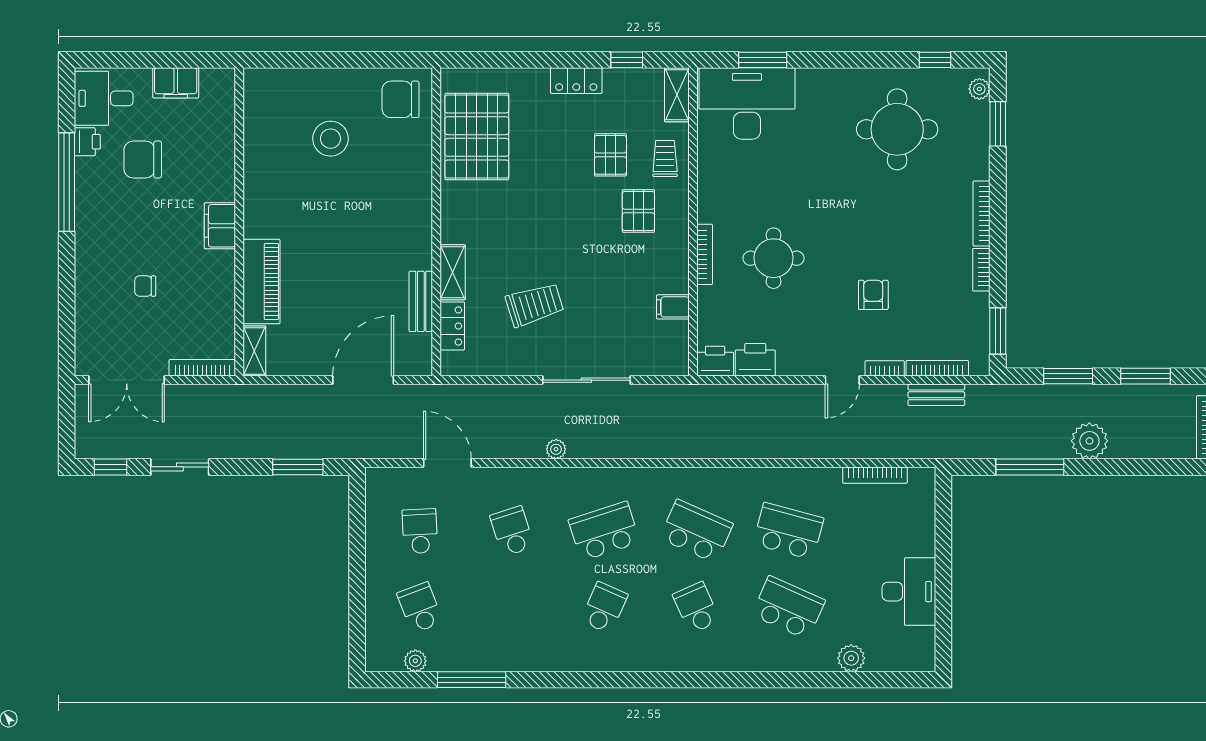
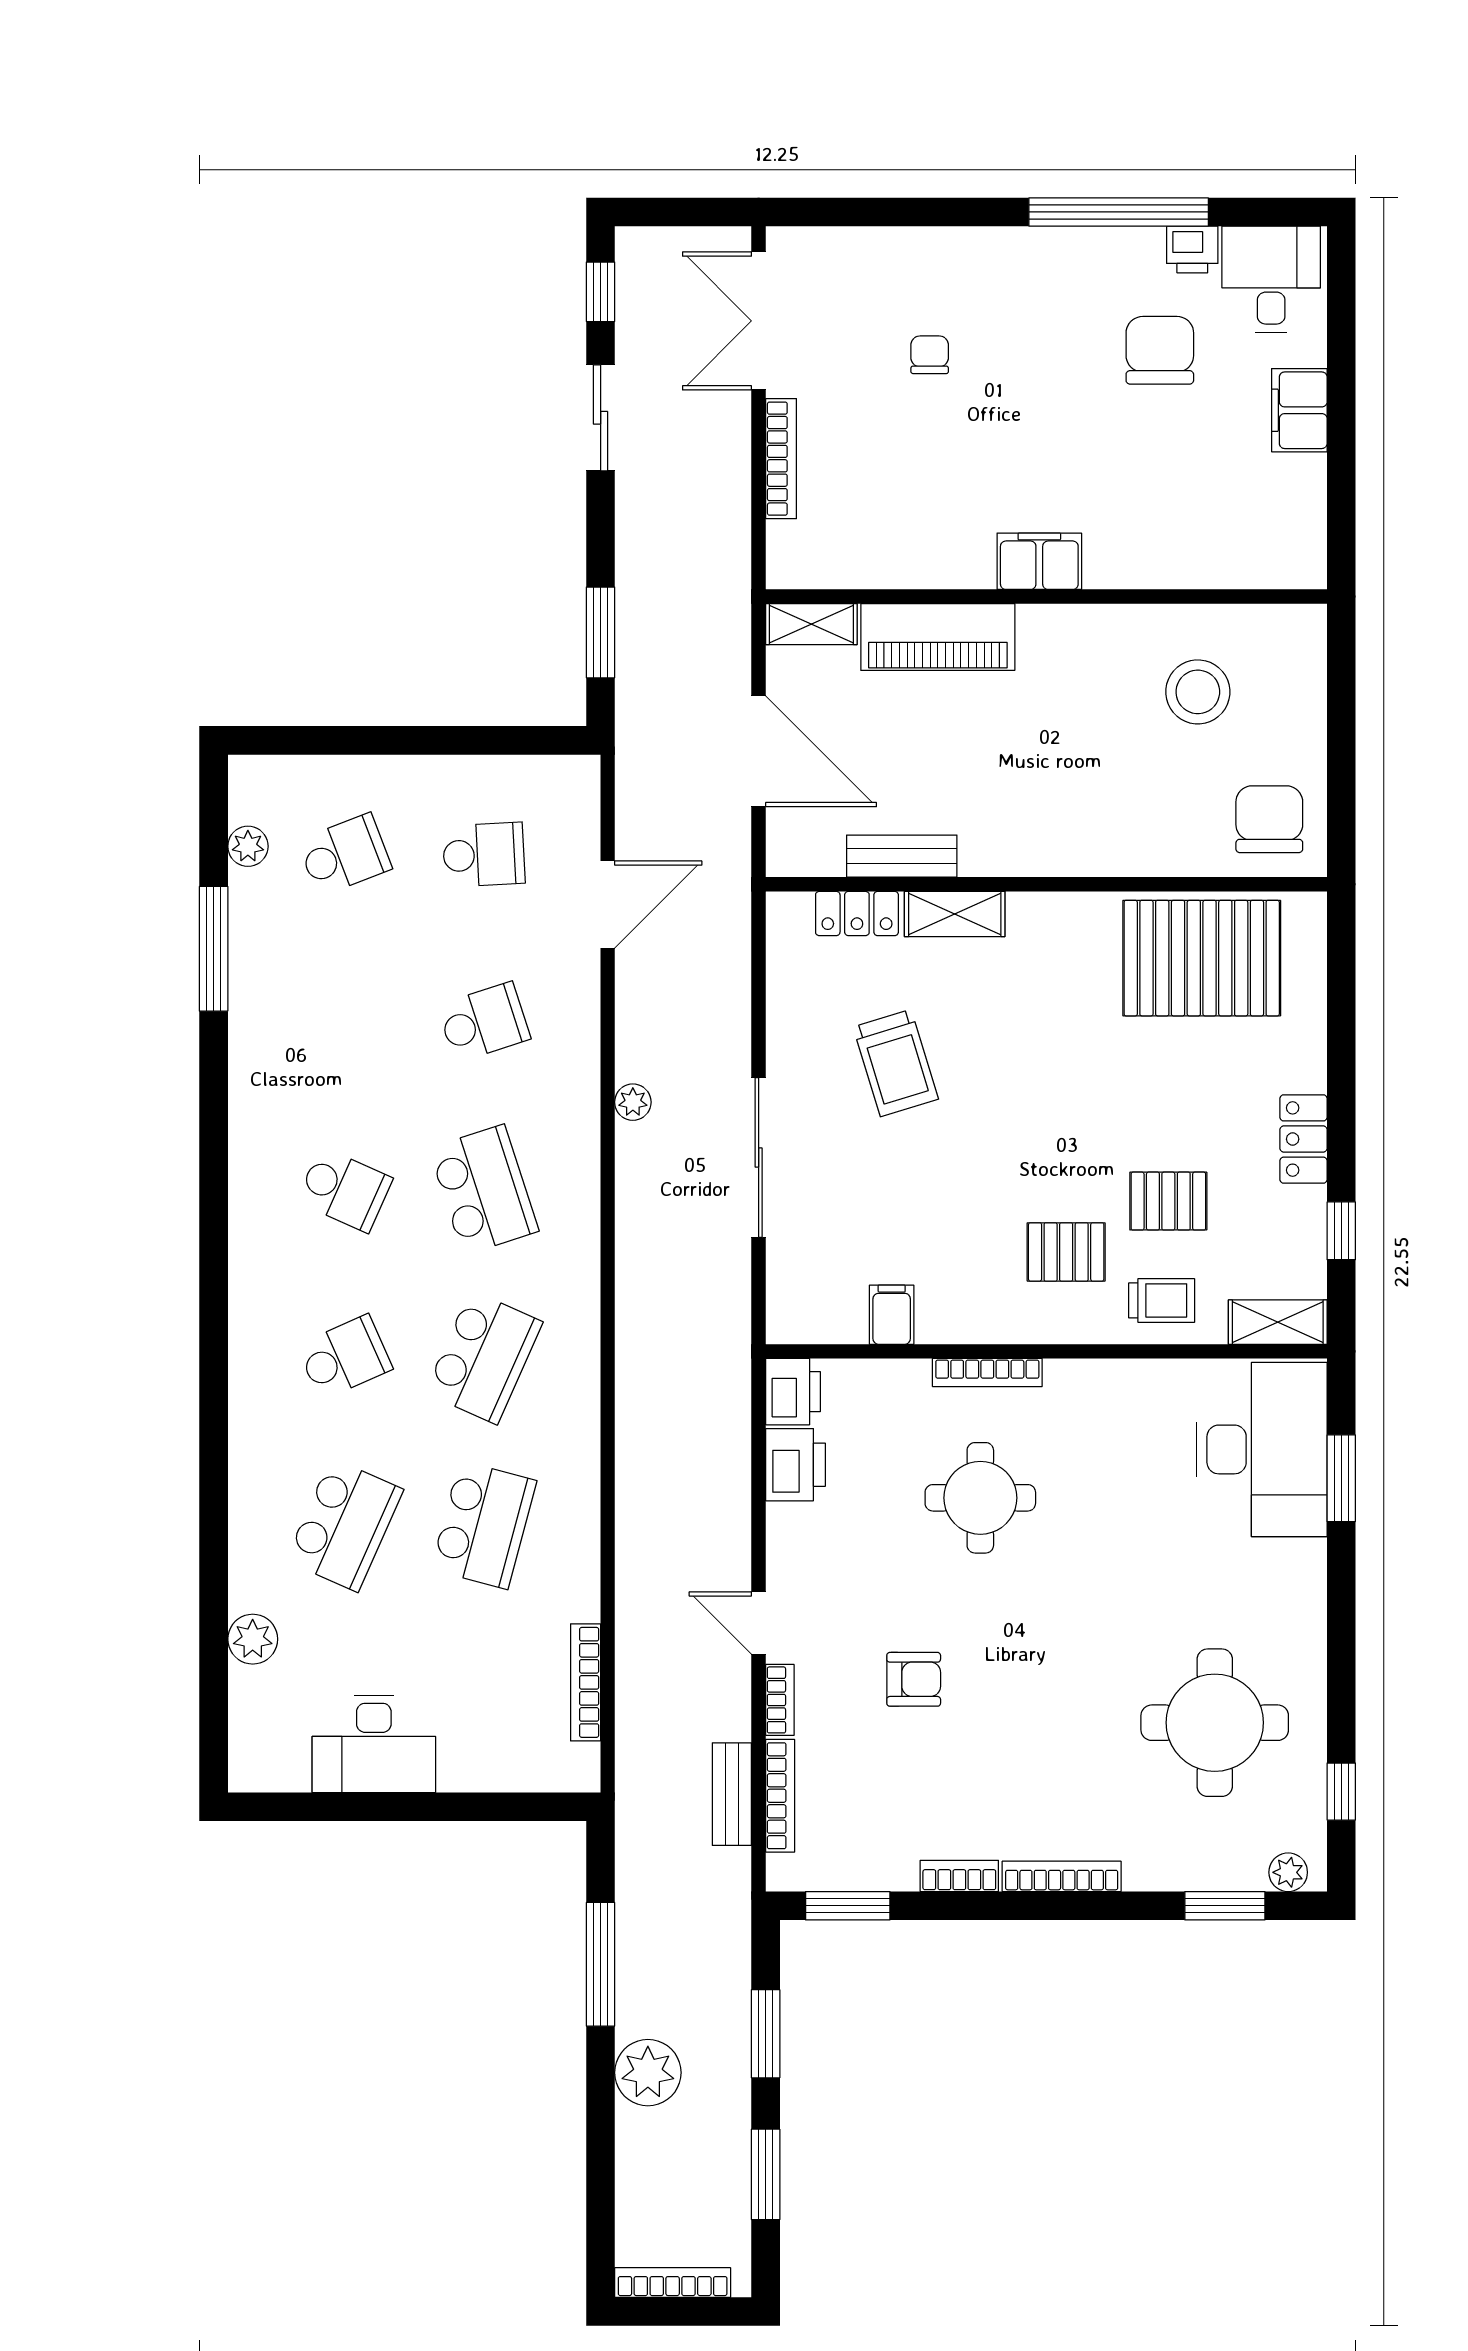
wall: (239, 222) -> (1046, 596), moved
filing cabinet: (220, 226) -> (1039, 561), moved
piano: (261, 282) -> (938, 637), moved
shelving: (254, 351) -> (811, 624), moved

